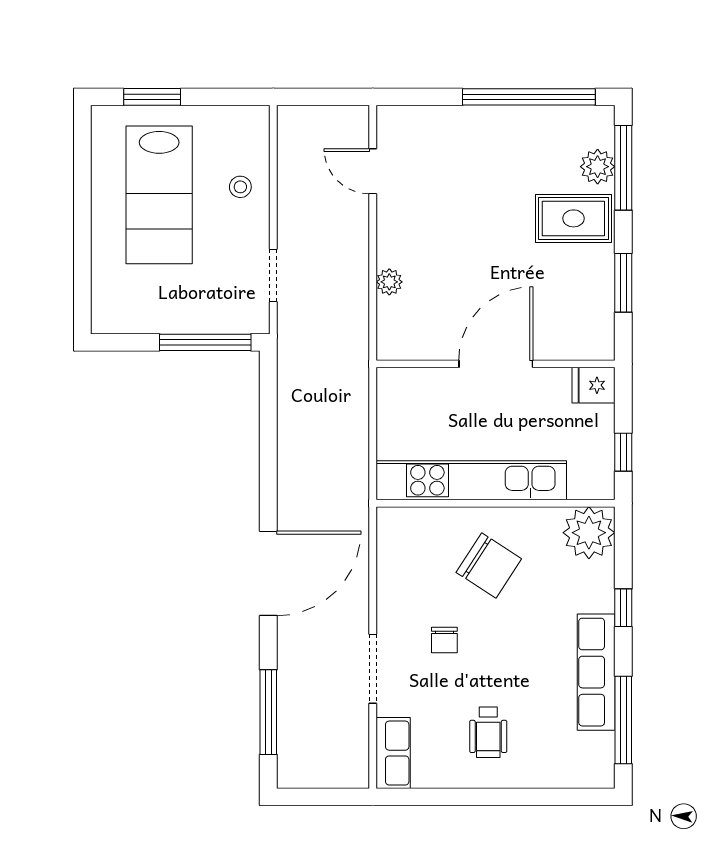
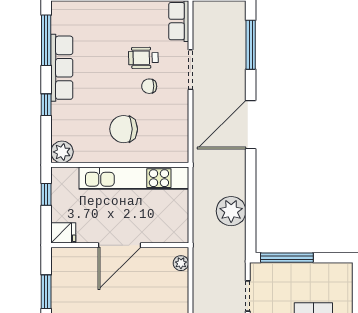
plant: (389, 282) -> (181, 263), moved
plant: (302, 423) -> (231, 211), added
plant: (589, 533) -> (62, 152), width x0.73, depth x0.73
chair: (489, 566) -> (124, 129), turned -33
chair: (444, 640) -> (149, 86), turned -90
wheelchair: (488, 732) -> (143, 58), moved, turned -91

